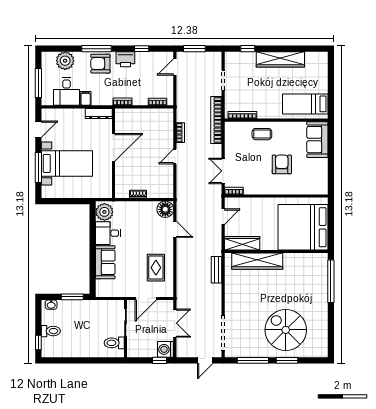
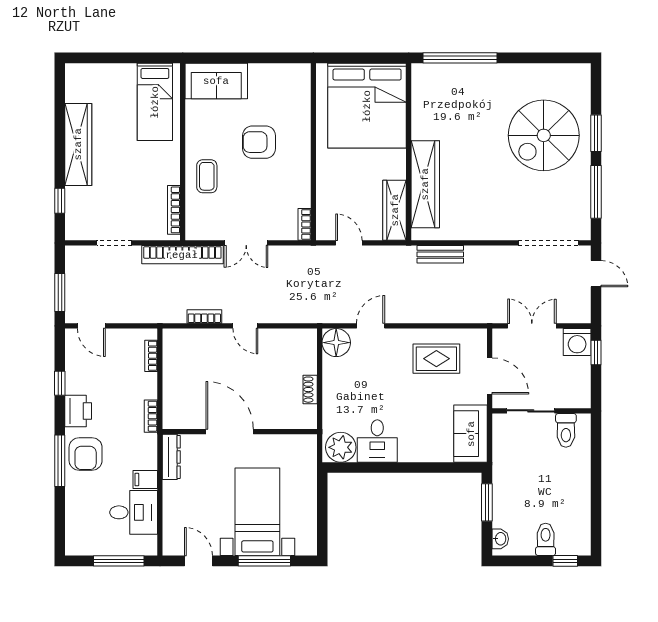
plant: (65, 61) -> (81, 515), removed
double door: (223, 171) -> (246, 243), moved
sofa: (105, 262) -> (471, 434), moved, turned -90

